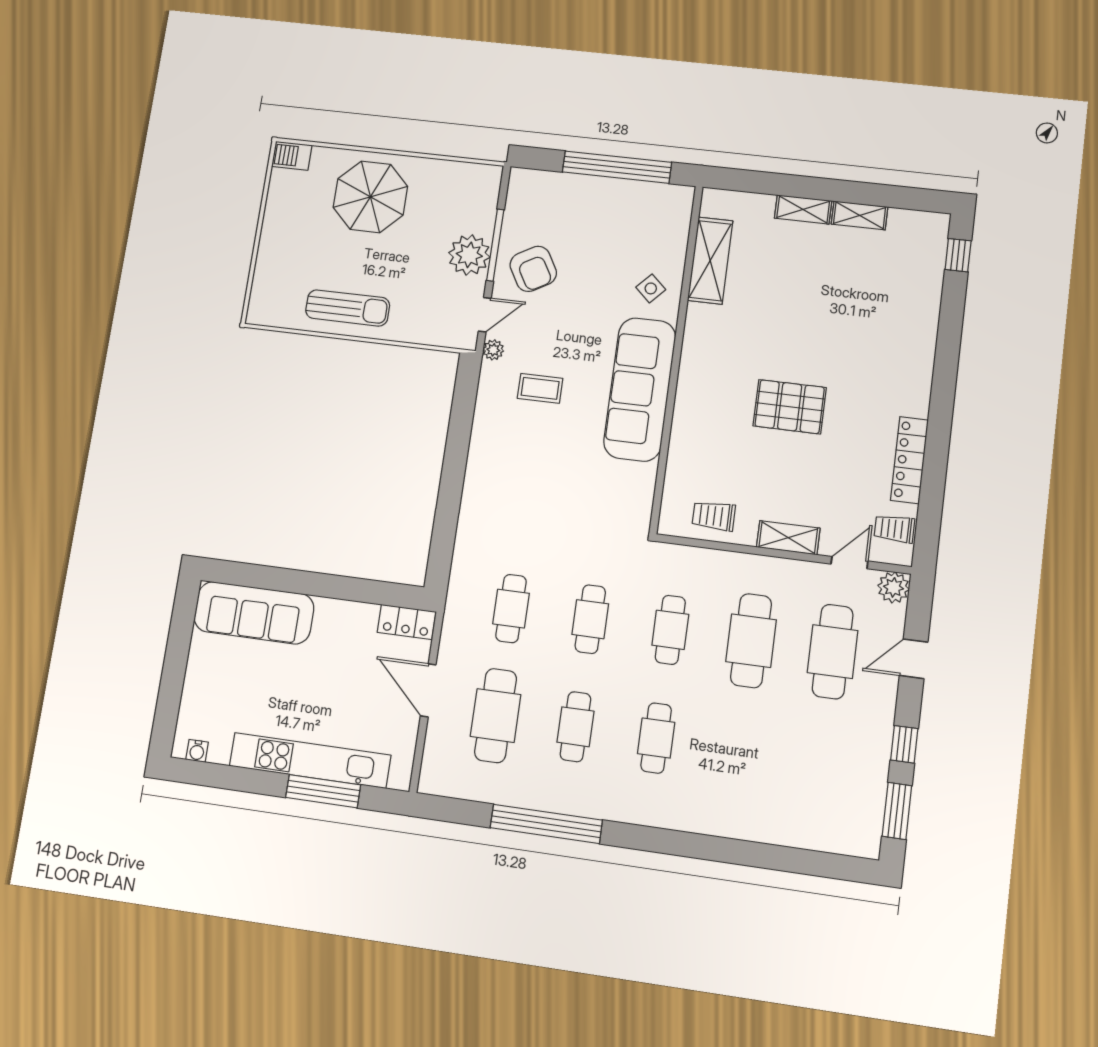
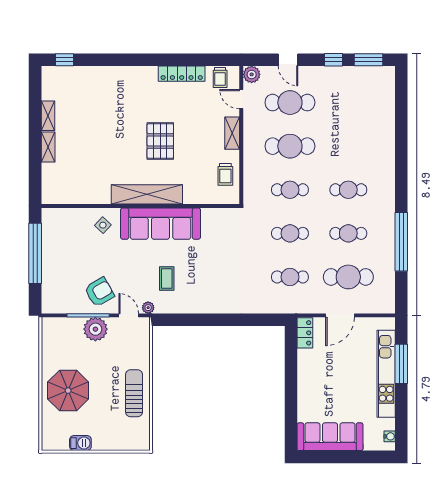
barbecue: (292, 156) -> (80, 443), moved, turned -90
shelving: (710, 261) -> (147, 194), moved, width x1.47
sofa: (254, 613) -> (330, 437), moved, turned -90

